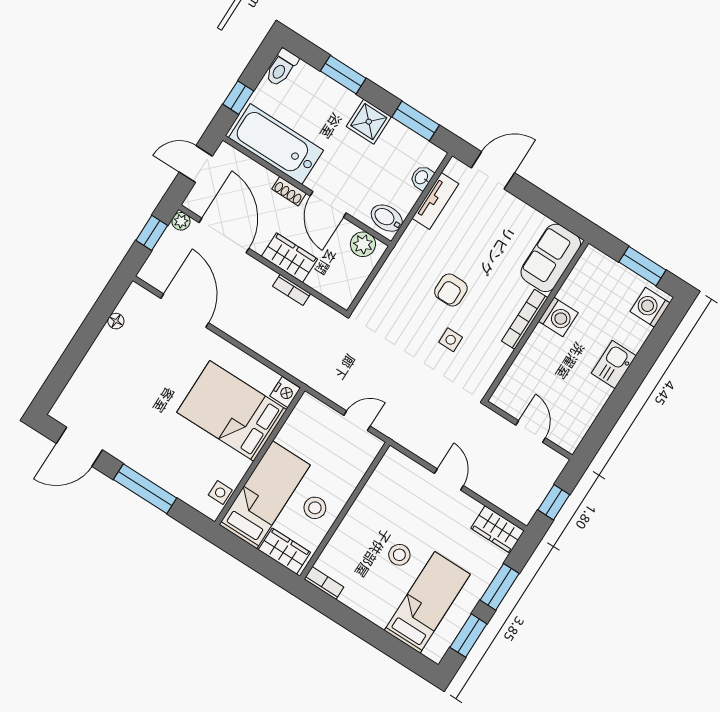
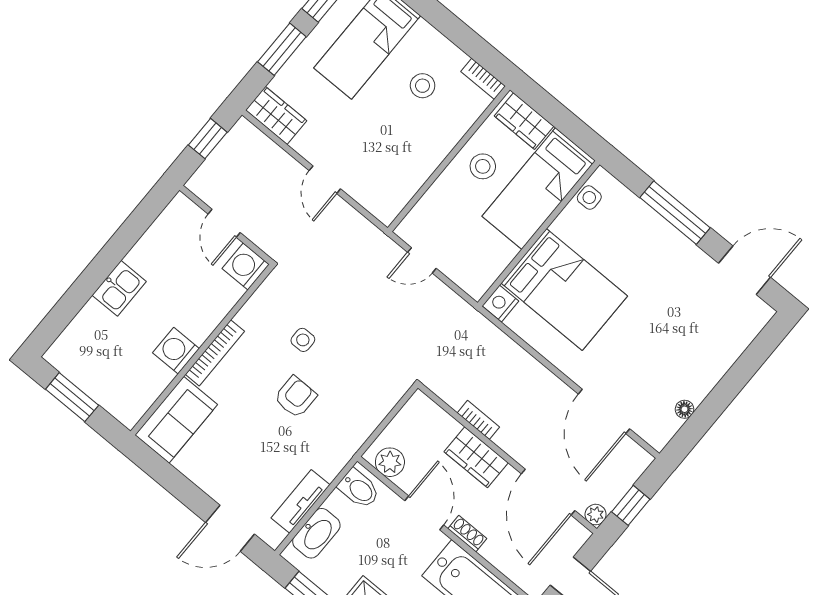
washbasin: (422, 178) -> (316, 533), width x1.91, depth x1.45
washing machine: (650, 307) -> (246, 266), moved, turned 180
stool: (399, 555) -> (423, 86), moved

